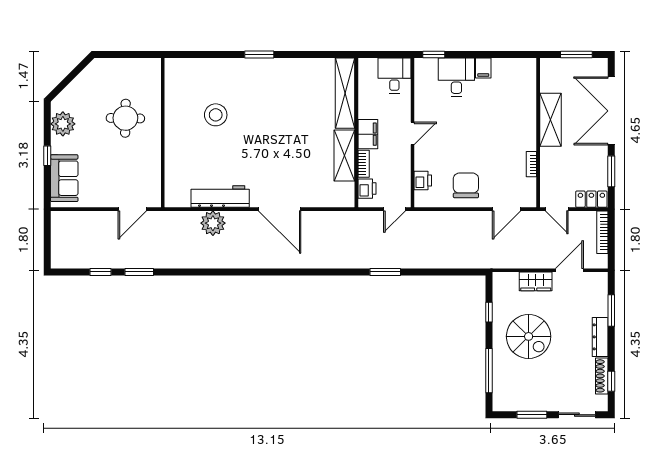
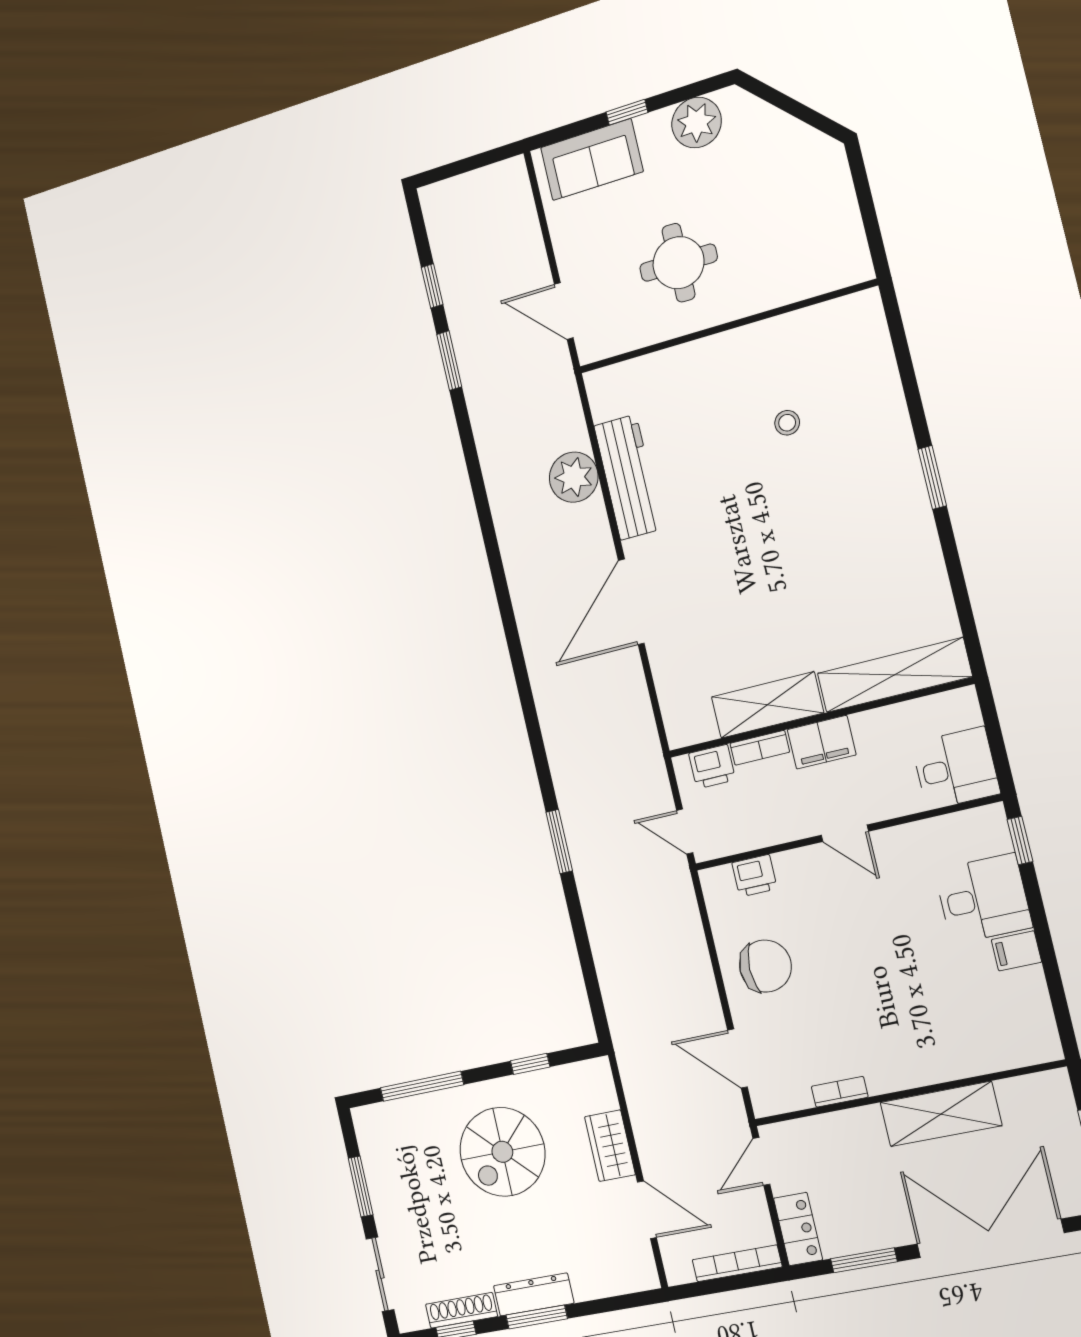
stool: (216, 115) -> (787, 423), width x0.53, depth x0.53
round table: (125, 118) -> (679, 263), moved
window: (611, 310) -> (537, 1317), moved

